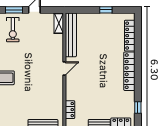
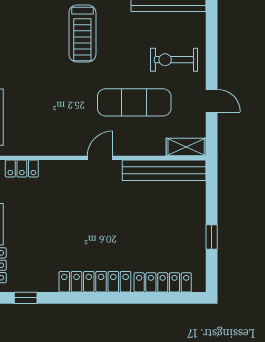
window: (14, 10) -> (212, 62), removed
exercise mat: (35, 51) -> (134, 102), added
door: (64, 69) -> (100, 158), swing flipped

